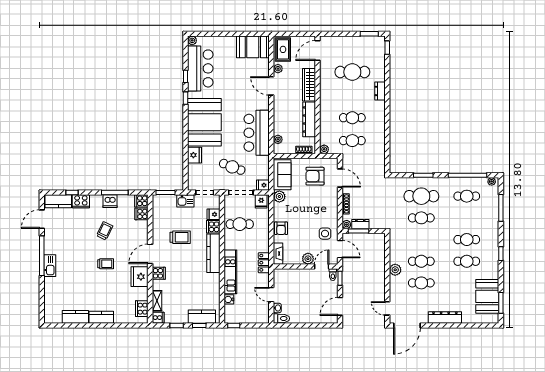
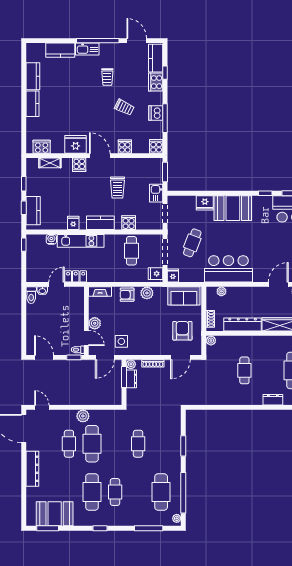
booth: (204, 122) -> (233, 208), width x0.73, depth x0.70
cafe table: (352, 141) -> (220, 370), removed
cafe table: (421, 196) -> (161, 444), removed
cafe table: (467, 196) -> (161, 492), width x1.37, depth x1.35
plant: (279, 197) -> (147, 293), moved
cooker: (142, 214) -> (125, 147), moved
fridge: (213, 214) -> (73, 223), moved
kitchen counter: (213, 253) -> (100, 223), width x0.67
cafe table: (421, 261) -> (92, 444), width x1.37, depth x1.35
cafe table: (467, 261) -> (92, 492), width x1.37, depth x1.35
locker: (264, 263) -> (76, 276), moved
trolley: (106, 264) -> (107, 77), moved
kitchen counter: (51, 291) -> (60, 50), added
door: (387, 308) -> (42, 407), hinge flipped
cooker: (158, 318) -> (32, 164), removed

